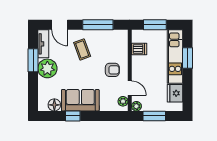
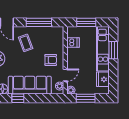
door: (130, 88) -> (65, 75), hinge flipped
sofa: (80, 100) -> (30, 85), width x1.36

